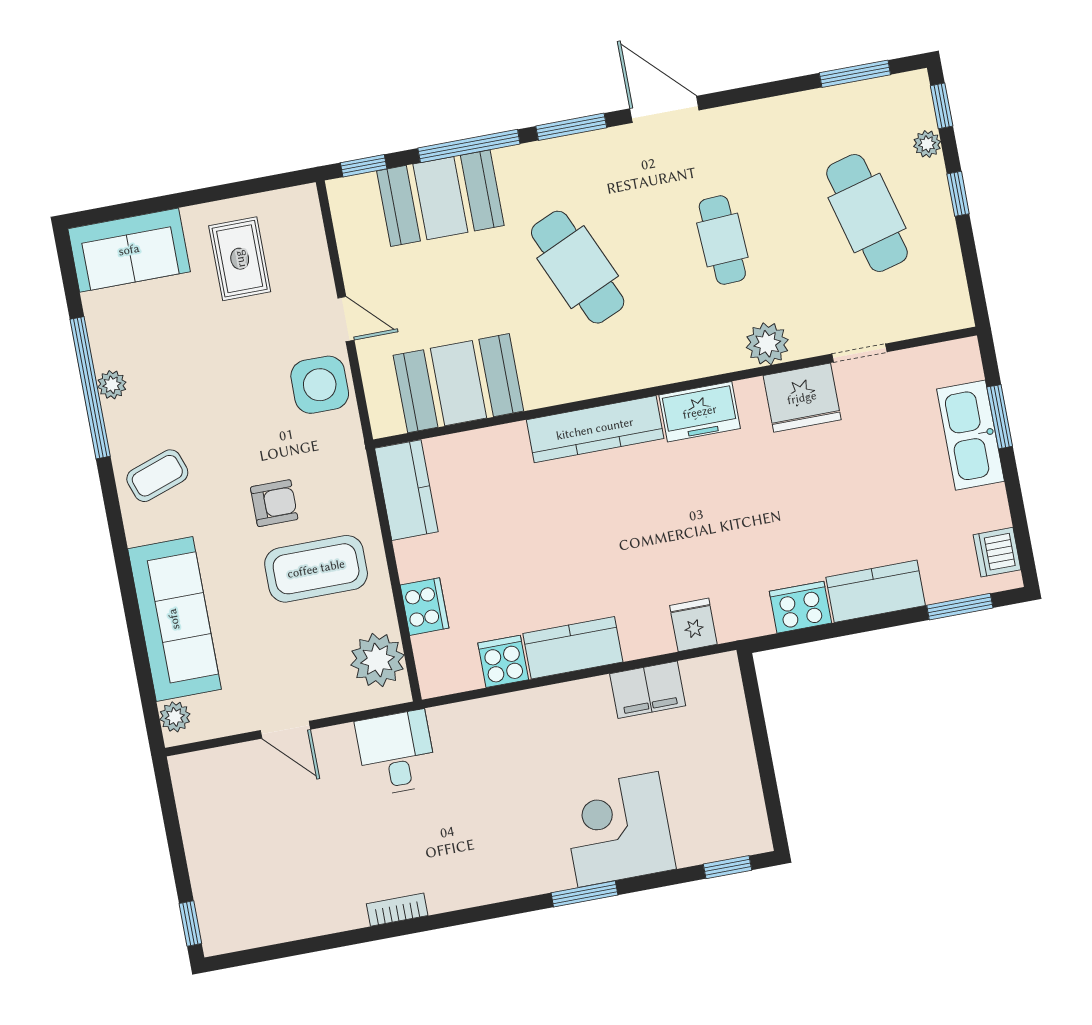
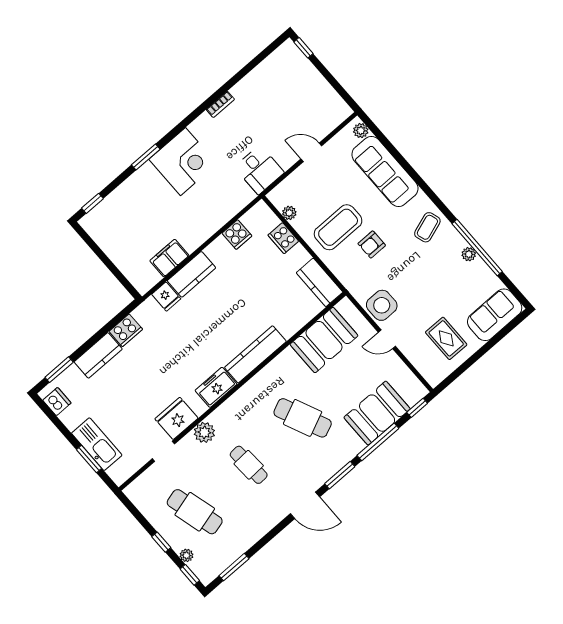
kitchen counter: (573, 648) -> (191, 274), moved
plant: (378, 660) -> (289, 213), width x0.53, depth x0.53
corner desk: (618, 829) -> (183, 162), moved

